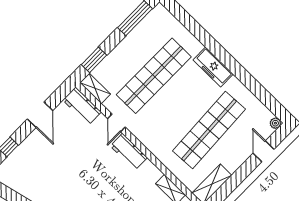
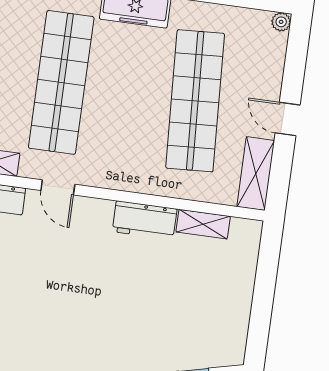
door: (264, 151) -> (288, 119), moved
workbench: (129, 152) -> (145, 220), moved

